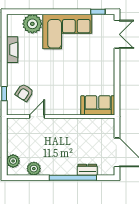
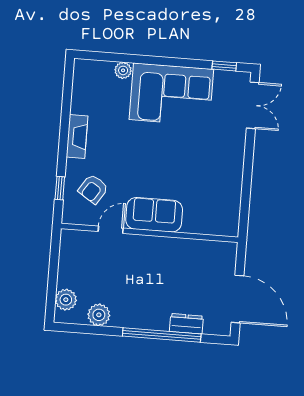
plant: (32, 24) -> (123, 70), width x0.53, depth x0.53
fireplace: (12, 50) -> (77, 136), moved
sofa: (98, 105) -> (154, 215), moved

